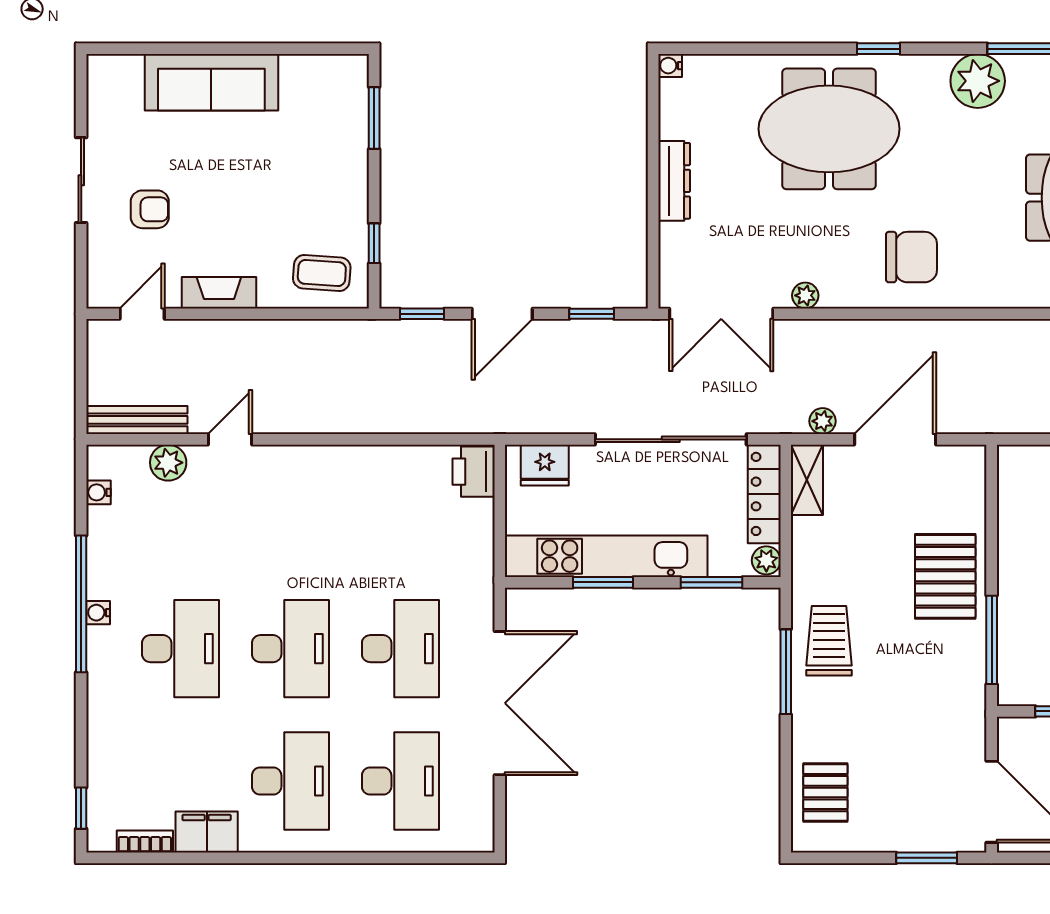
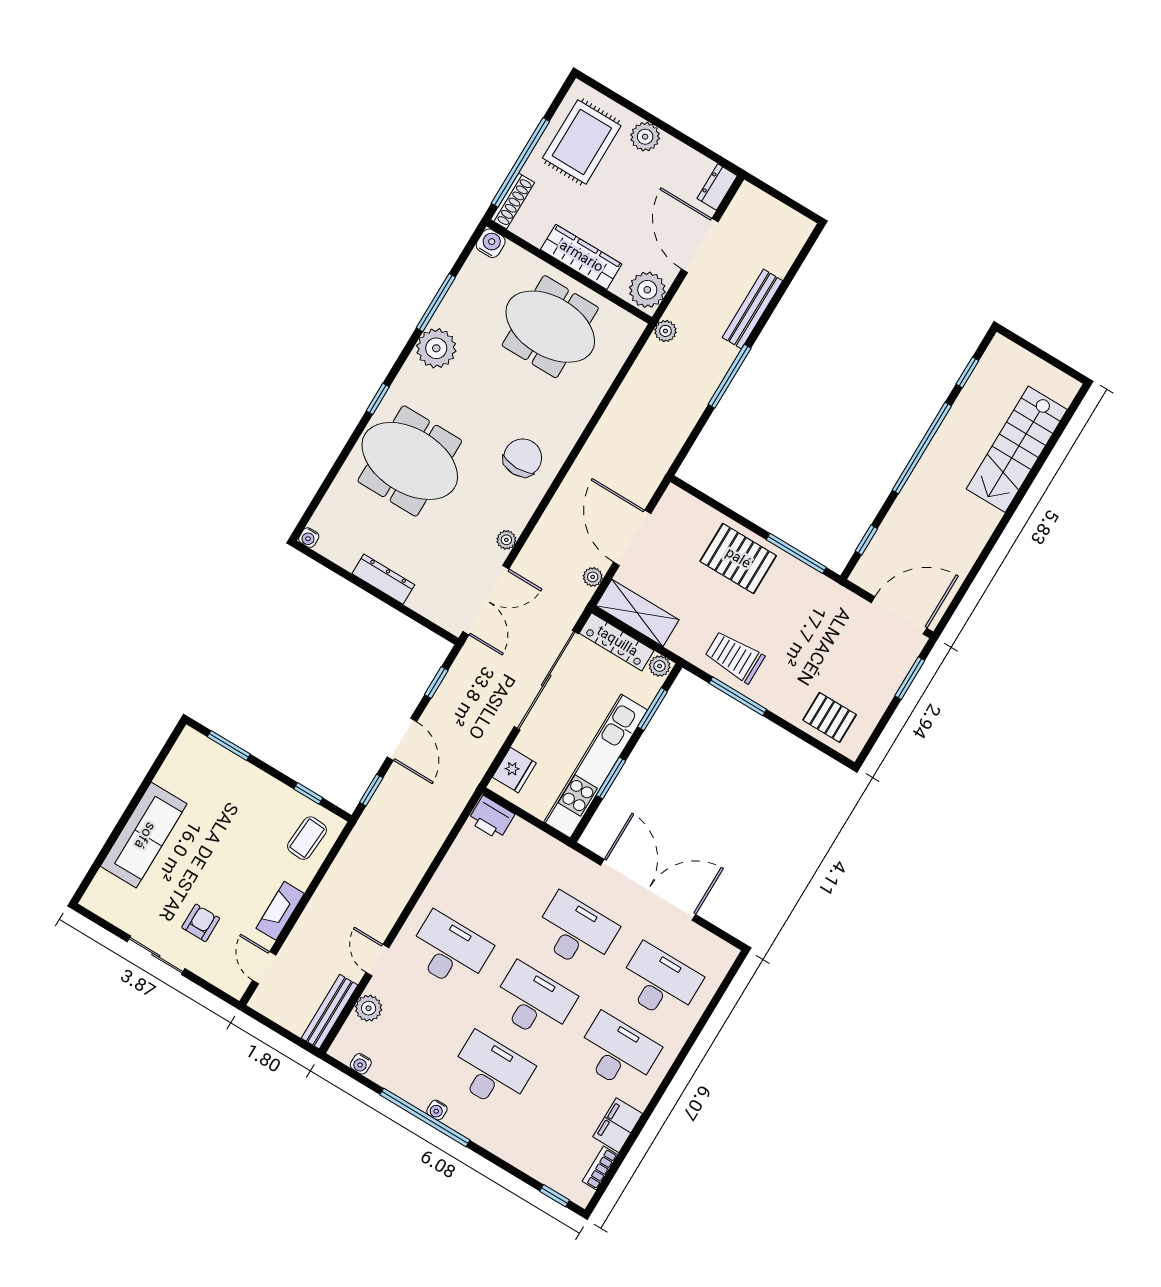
meeting table: (829, 129) -> (410, 461), turned 90
shelving: (807, 480) -> (637, 613), width x1.50, depth x1.33
desk: (290, 516) -> (449, 951), added

